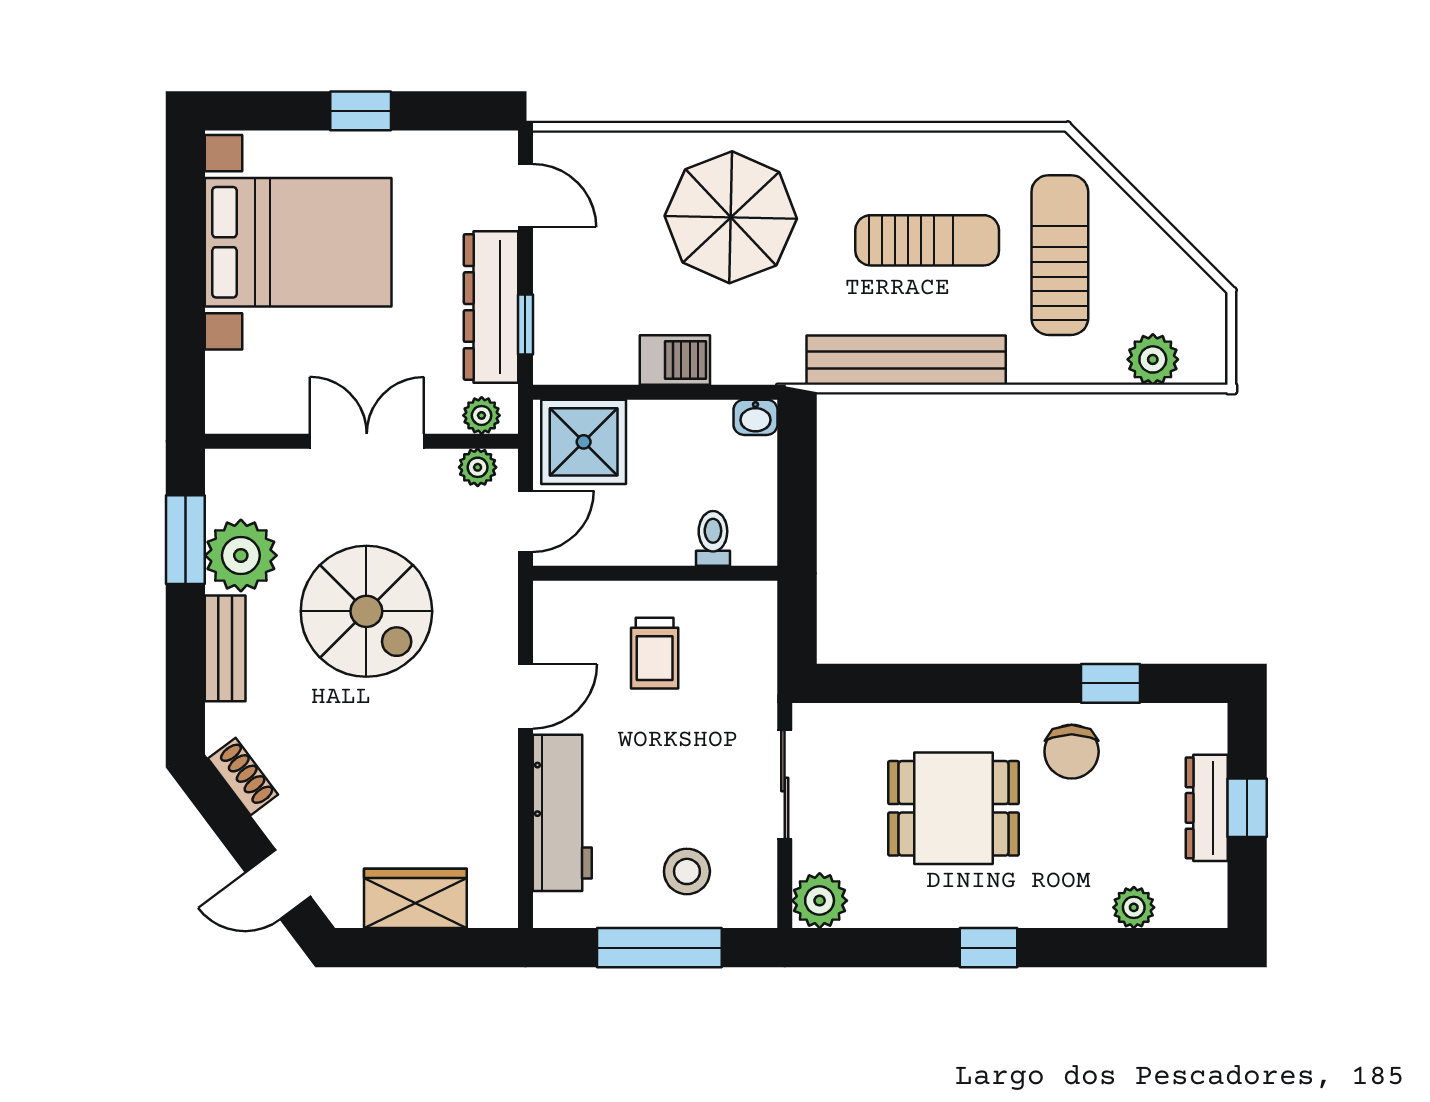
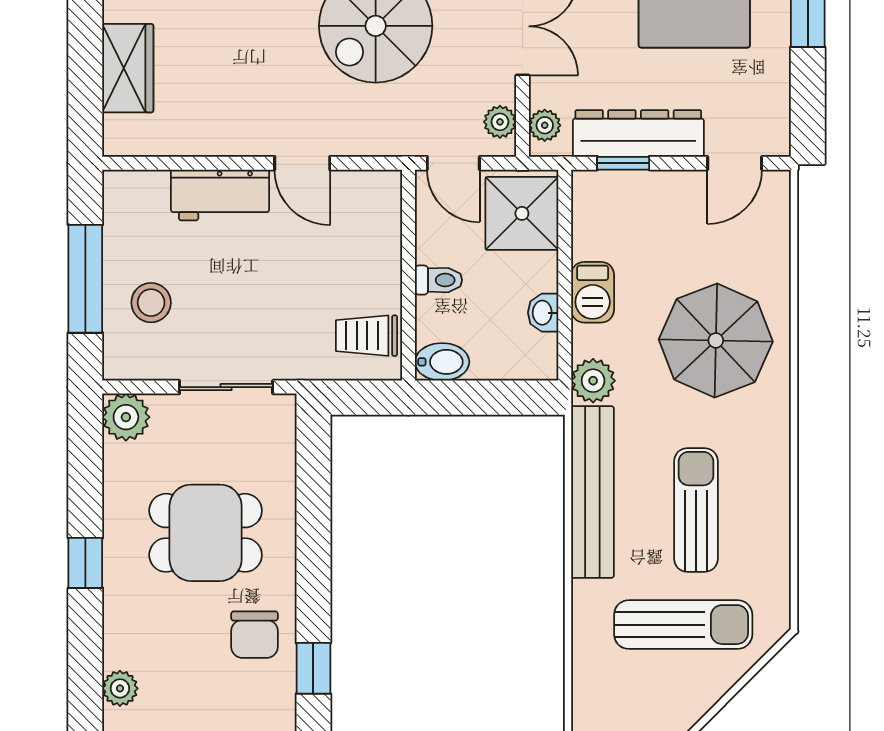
sun lounger: (927, 240) -> (696, 510), turned 180
plant: (1153, 359) -> (593, 381), moved
washbasin: (755, 417) -> (543, 313), moved
bidet: (756, 534) -> (442, 362), added
toilet: (713, 538) -> (439, 280), moved
trolley: (655, 653) -> (366, 336), moved
chair: (1072, 752) -> (254, 635), turned -90
dining table: (954, 808) -> (206, 533), turned 90
workbench: (562, 813) -> (220, 195), width x0.73

